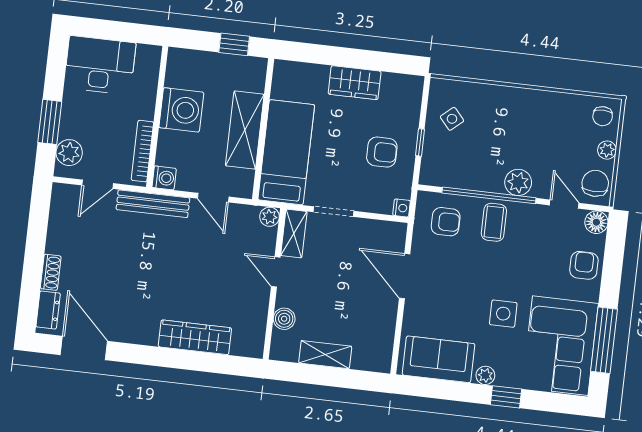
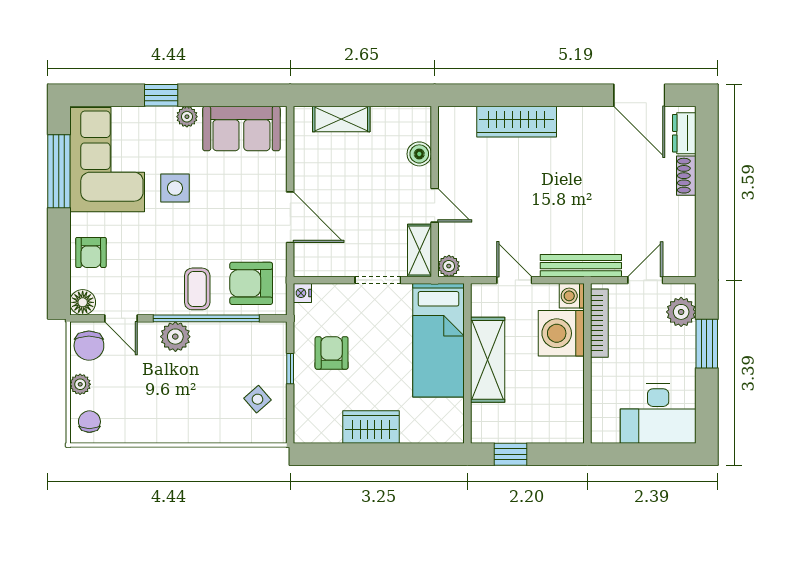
washing machine: (181, 110) -> (561, 333), moved
armchair: (382, 152) -> (332, 353), turned 90
armchair: (446, 222) -> (251, 283), width x1.38, depth x1.38
shelving: (325, 355) -> (341, 119), moved

